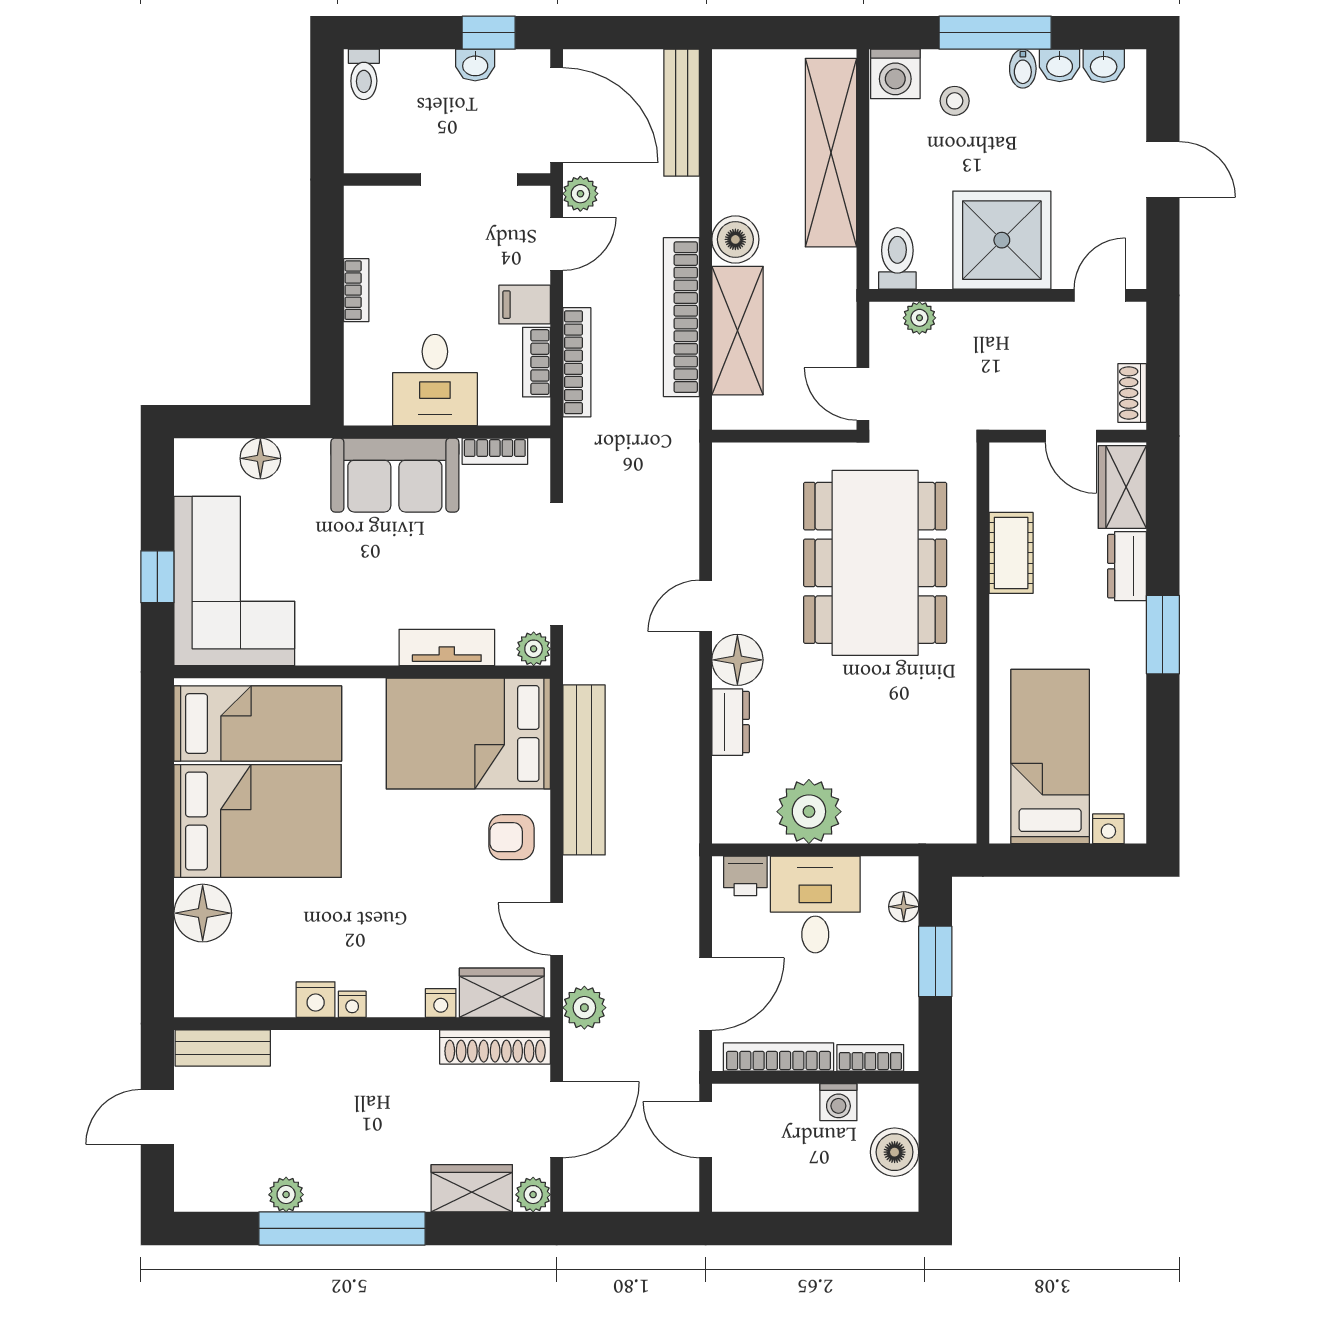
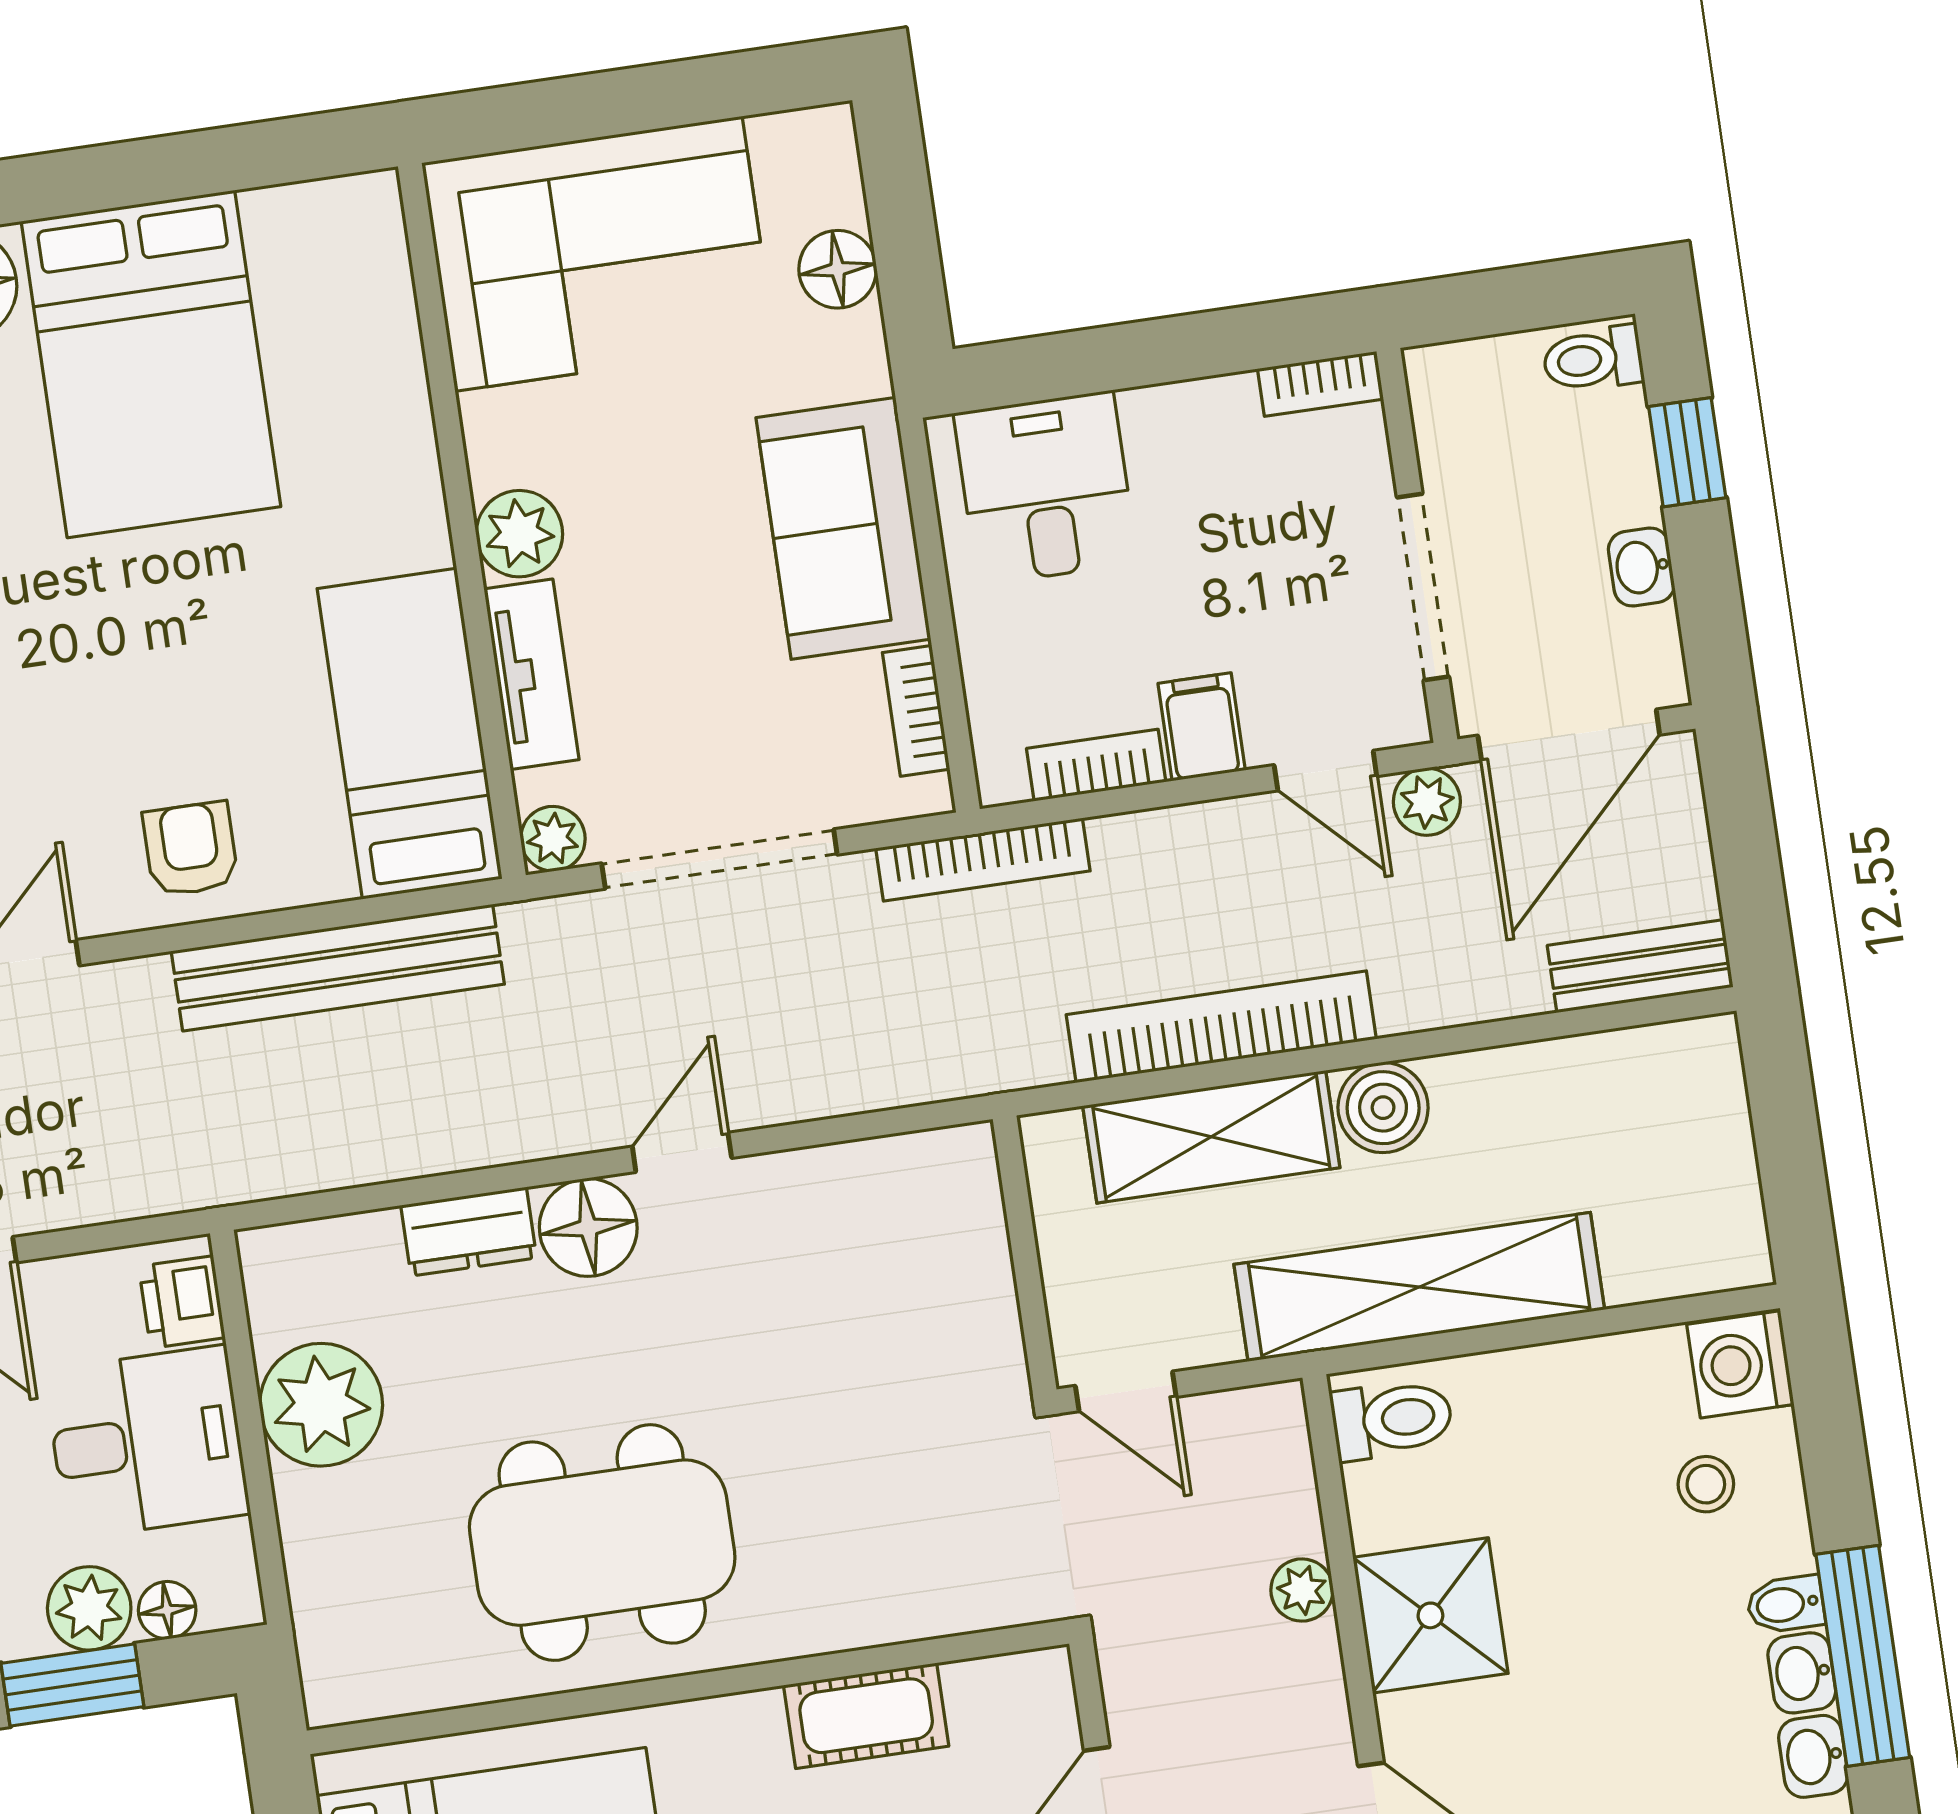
window: (489, 33) -> (1687, 452), moved
window: (995, 33) -> (1863, 1656), moved
bench: (682, 113) -> (1640, 966), width x0.73
shelving: (831, 153) -> (1419, 1287), moved
shower: (1002, 240) -> (1430, 1615), width x0.73, depth x0.73
bookcase: (356, 290) -> (1321, 384), moved
plant: (919, 318) -> (1302, 1590), moved
bookcase: (577, 362) -> (983, 860), moved
desk: (435, 380) -> (1046, 488), moved, turned 90
door: (863, 394) -> (1126, 1391), swing flipped
dining table: (875, 563) -> (602, 1543), moved, width x0.73, depth x0.80
window: (157, 577) -> (585, 107), removed
door: (706, 606) -> (682, 1152), hinge flipped
plant: (373, 643) -> (519, 534), added
bed: (258, 724) -> (335, 337), removed
bed: (468, 734) -> (410, 734), width x0.67
plant: (897, 947) -> (89, 1608), added

